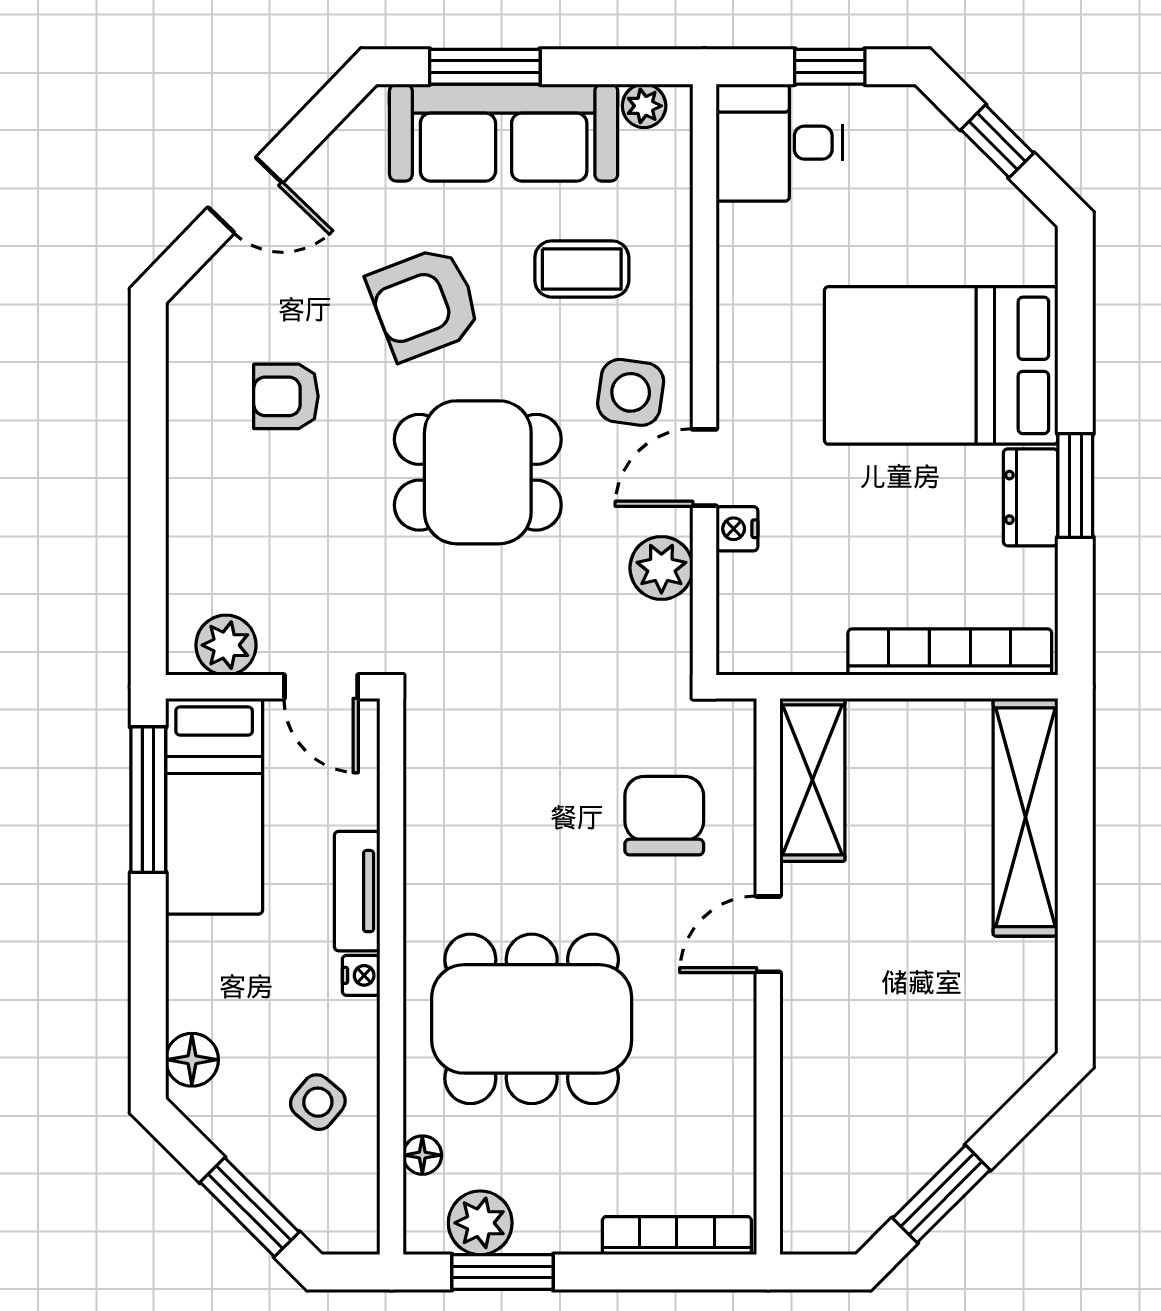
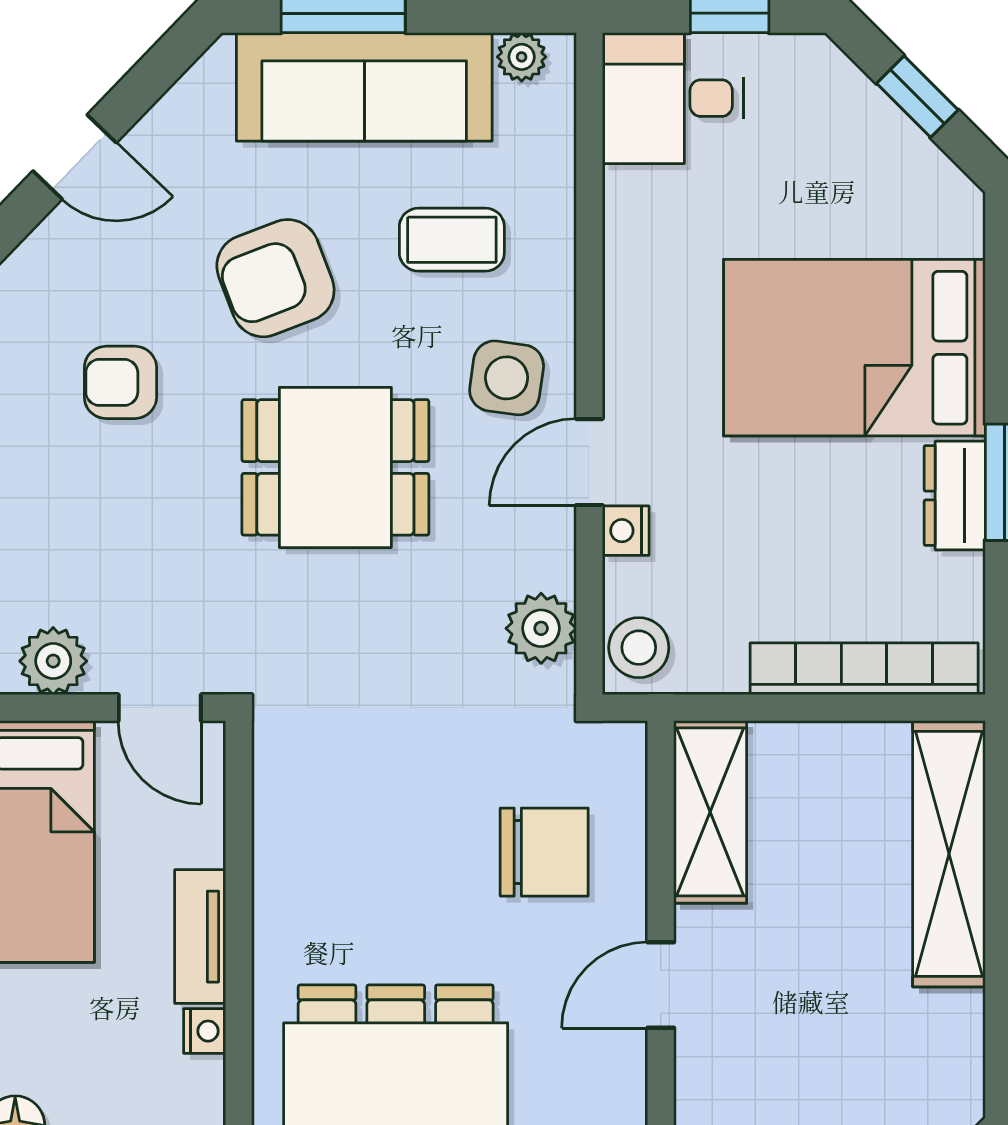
plant: (661, 568) -> (541, 628), moved
stool: (749, 633) -> (639, 648), added
chair: (664, 816) -> (544, 852), turned 90

